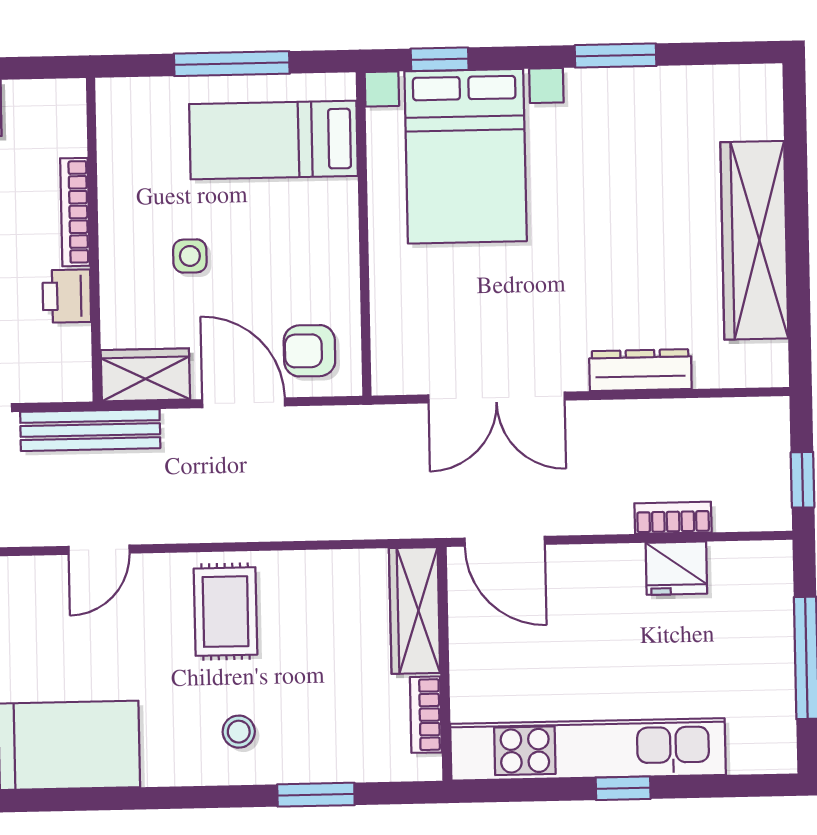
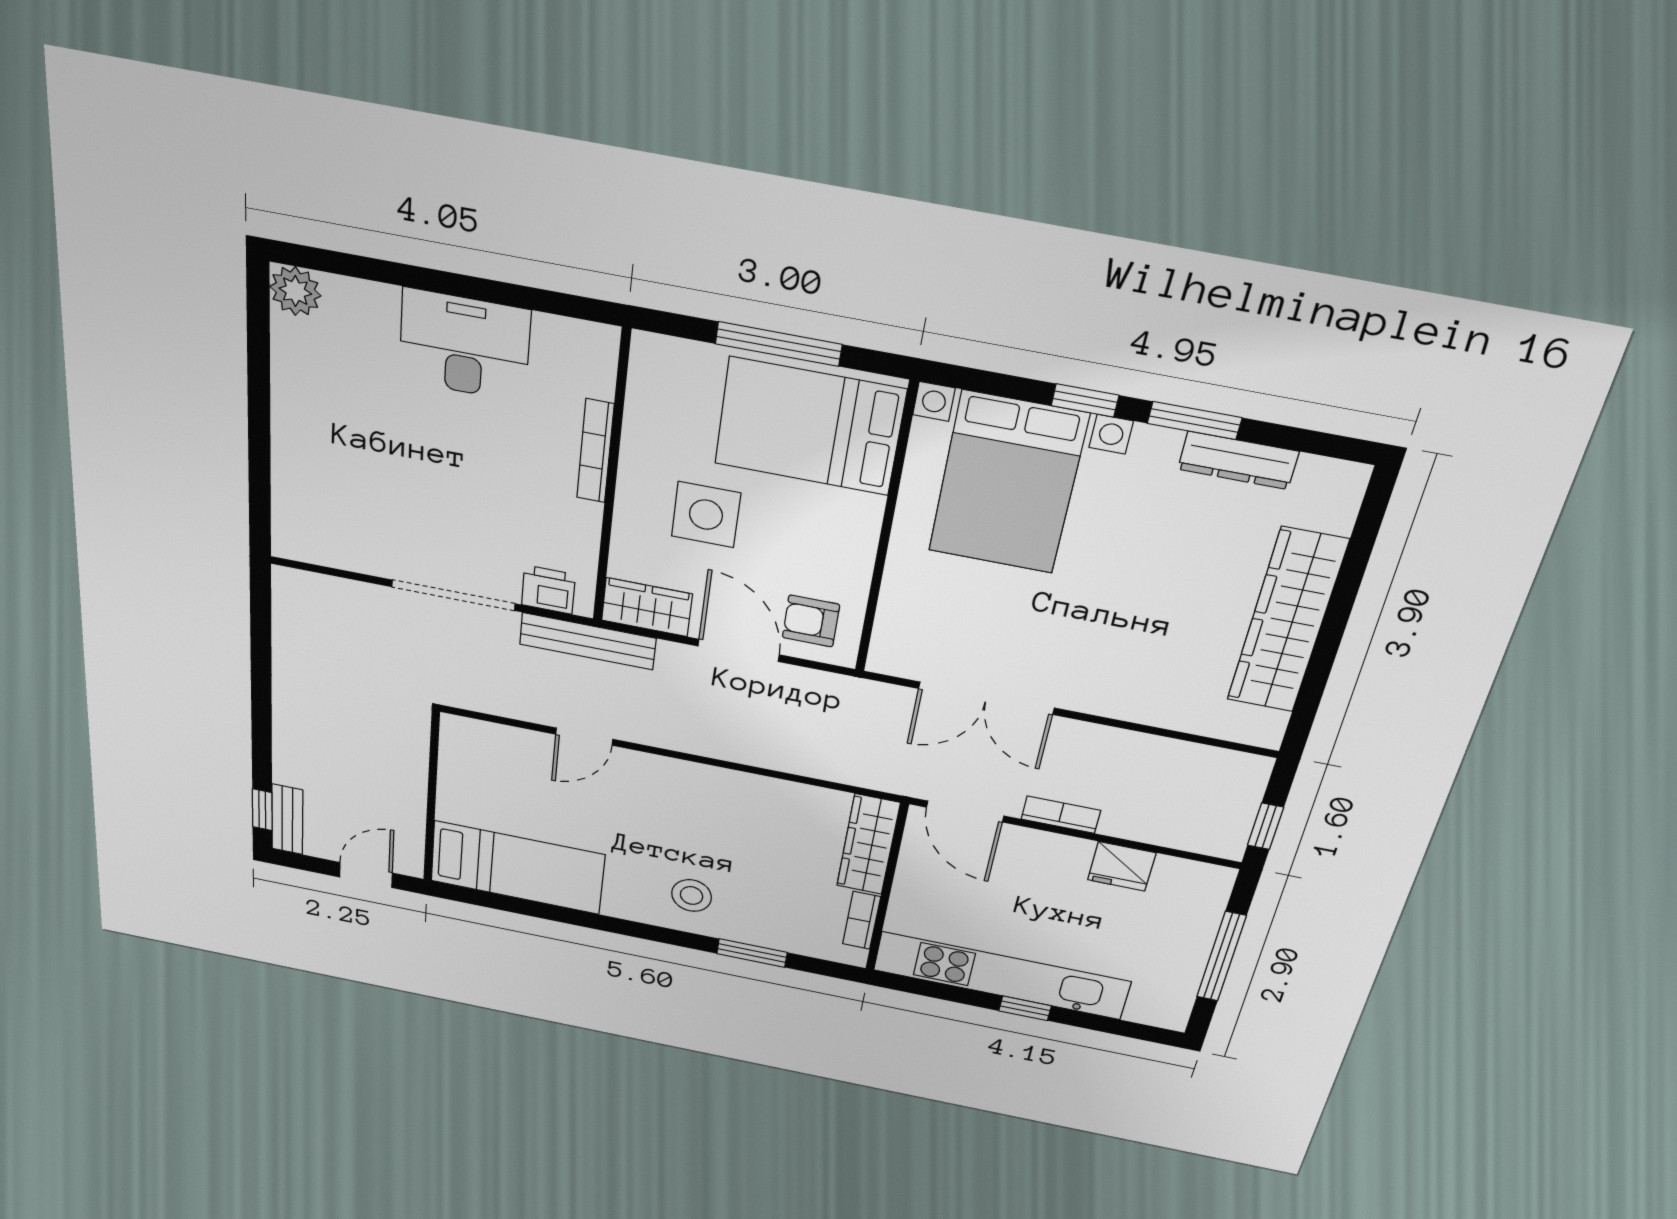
window: (440, 59) -> (1085, 400), moved
bed: (273, 140) -> (810, 427), width x1.50
side table: (190, 256) -> (706, 515), width x1.87, depth x1.87
printer: (67, 296) -> (548, 590), moved, turned 90
dresser: (640, 370) -> (1238, 460), moved, turned 180
bookcase: (673, 518) -> (1061, 815), moved
rug: (226, 612) -> (694, 808), removed
stool: (239, 732) -> (692, 895), width x1.37, depth x1.37

